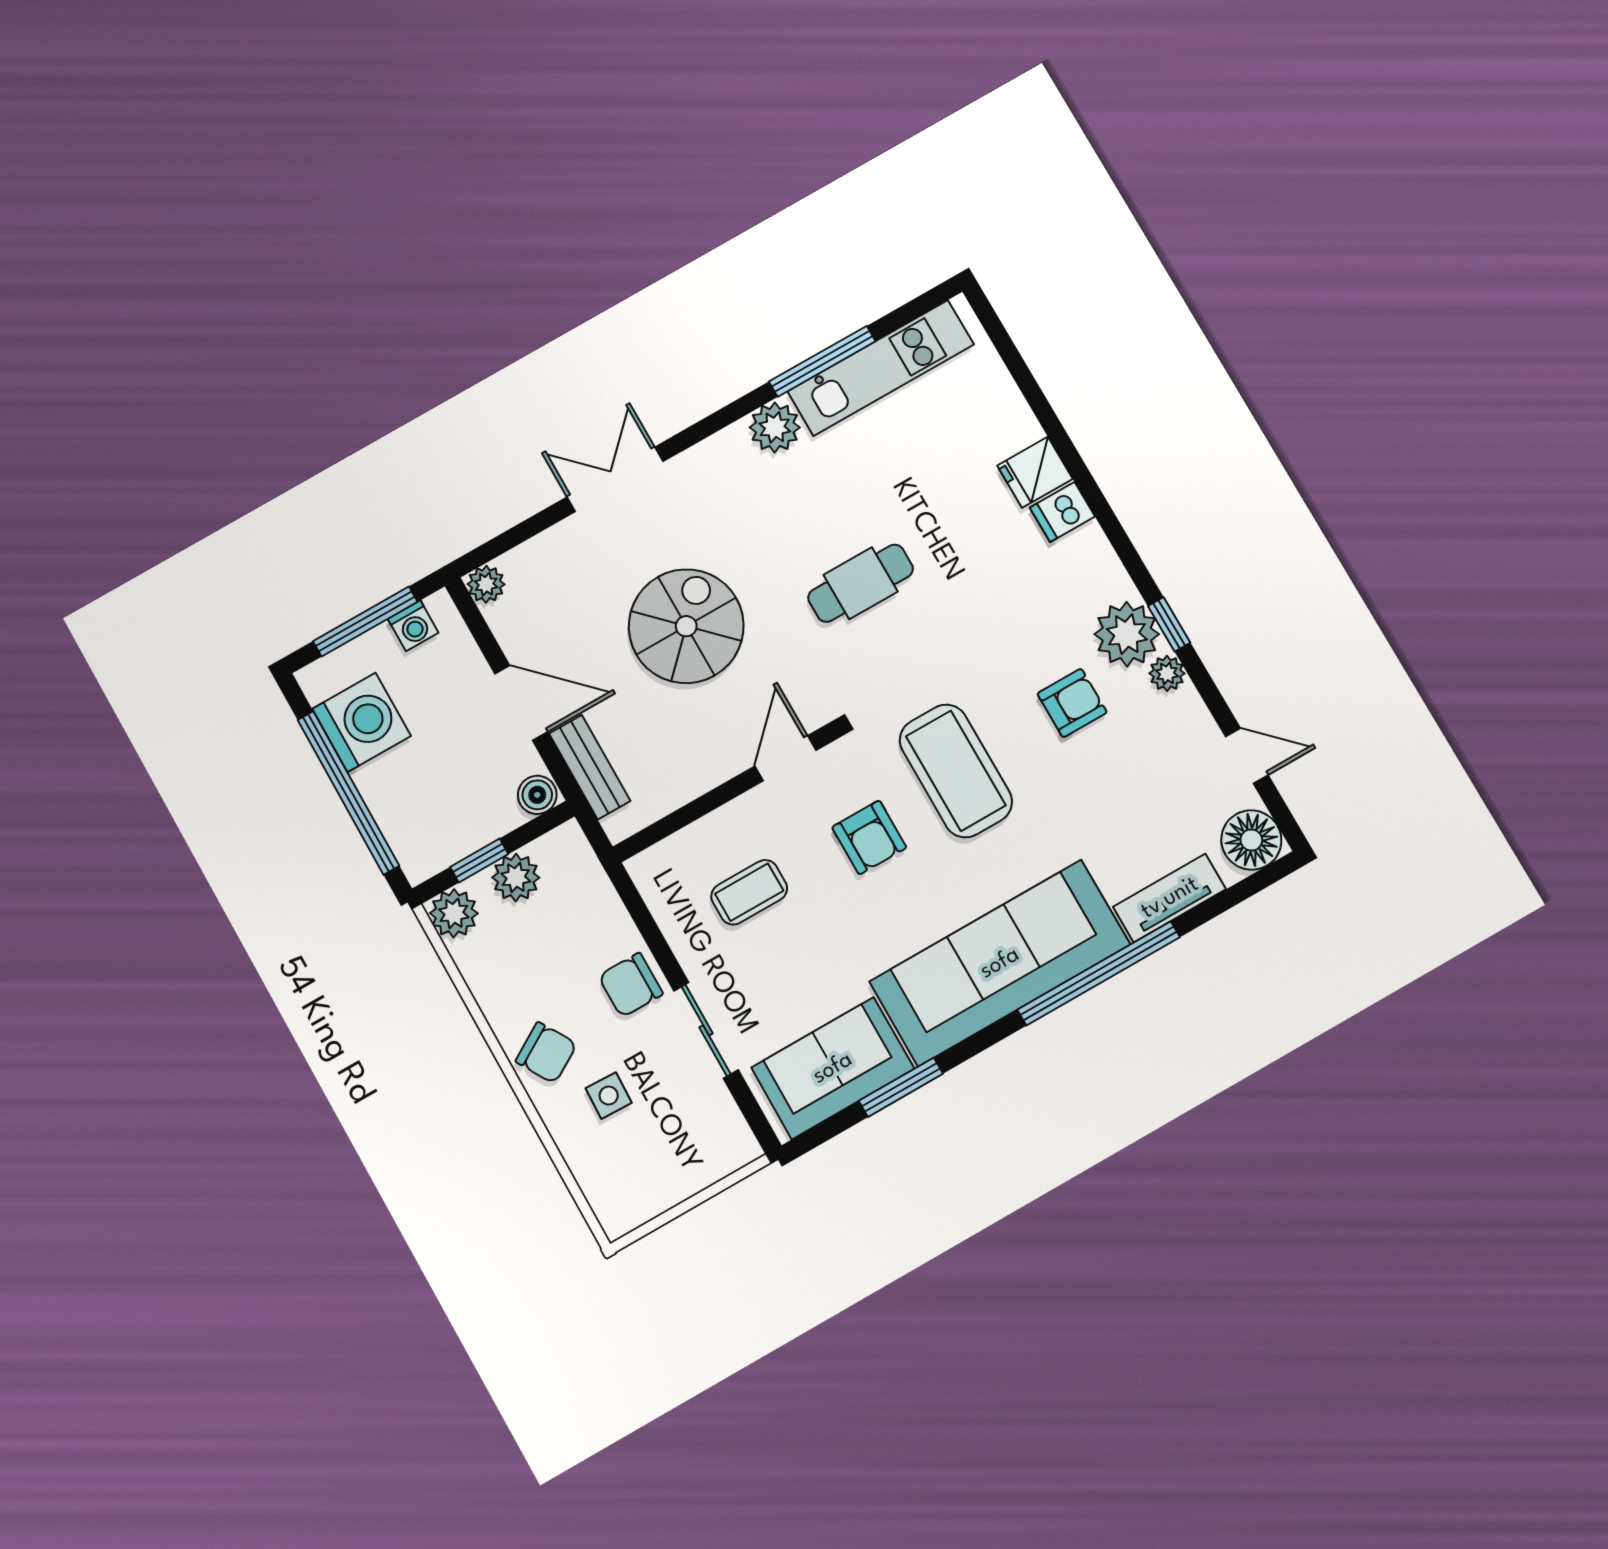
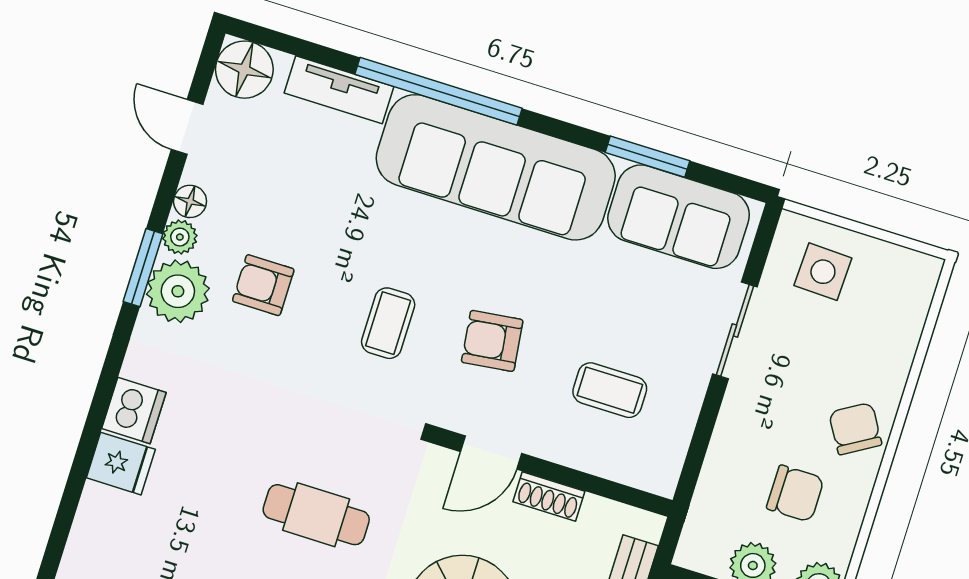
dishwasher: (1062, 512) -> (134, 411), width x1.38
window: (1169, 624) -> (143, 268), width x1.50
floor lamp: (1187, 706) -> (190, 201), added
shoe rack: (712, 771) -> (549, 496), added
coffee table: (956, 771) -> (388, 323), width x0.54, depth x0.58
armchair: (869, 837) -> (492, 341), turned -97
chair: (631, 985) -> (795, 493), moved
side table: (609, 1096) -> (823, 272), moved, width x1.37, depth x1.37

